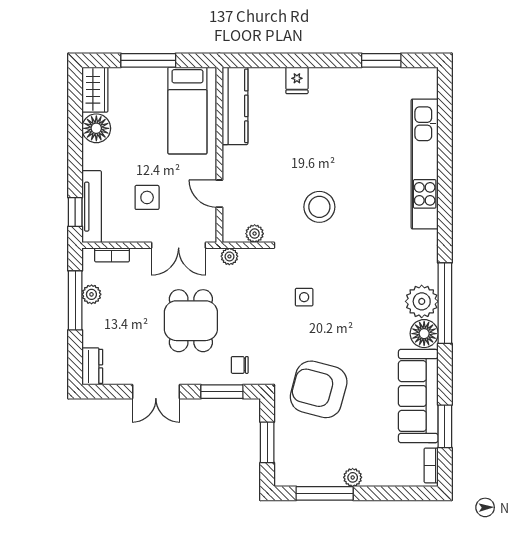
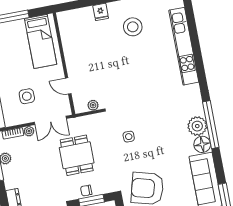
kitchen counter: (235, 106) -> (68, 34), removed
stool: (319, 207) -> (133, 27), moved
plant: (229, 256) -> (29, 131), moved
dining table: (191, 321) -> (77, 155), moved
chair: (240, 365) -> (86, 191), moved

